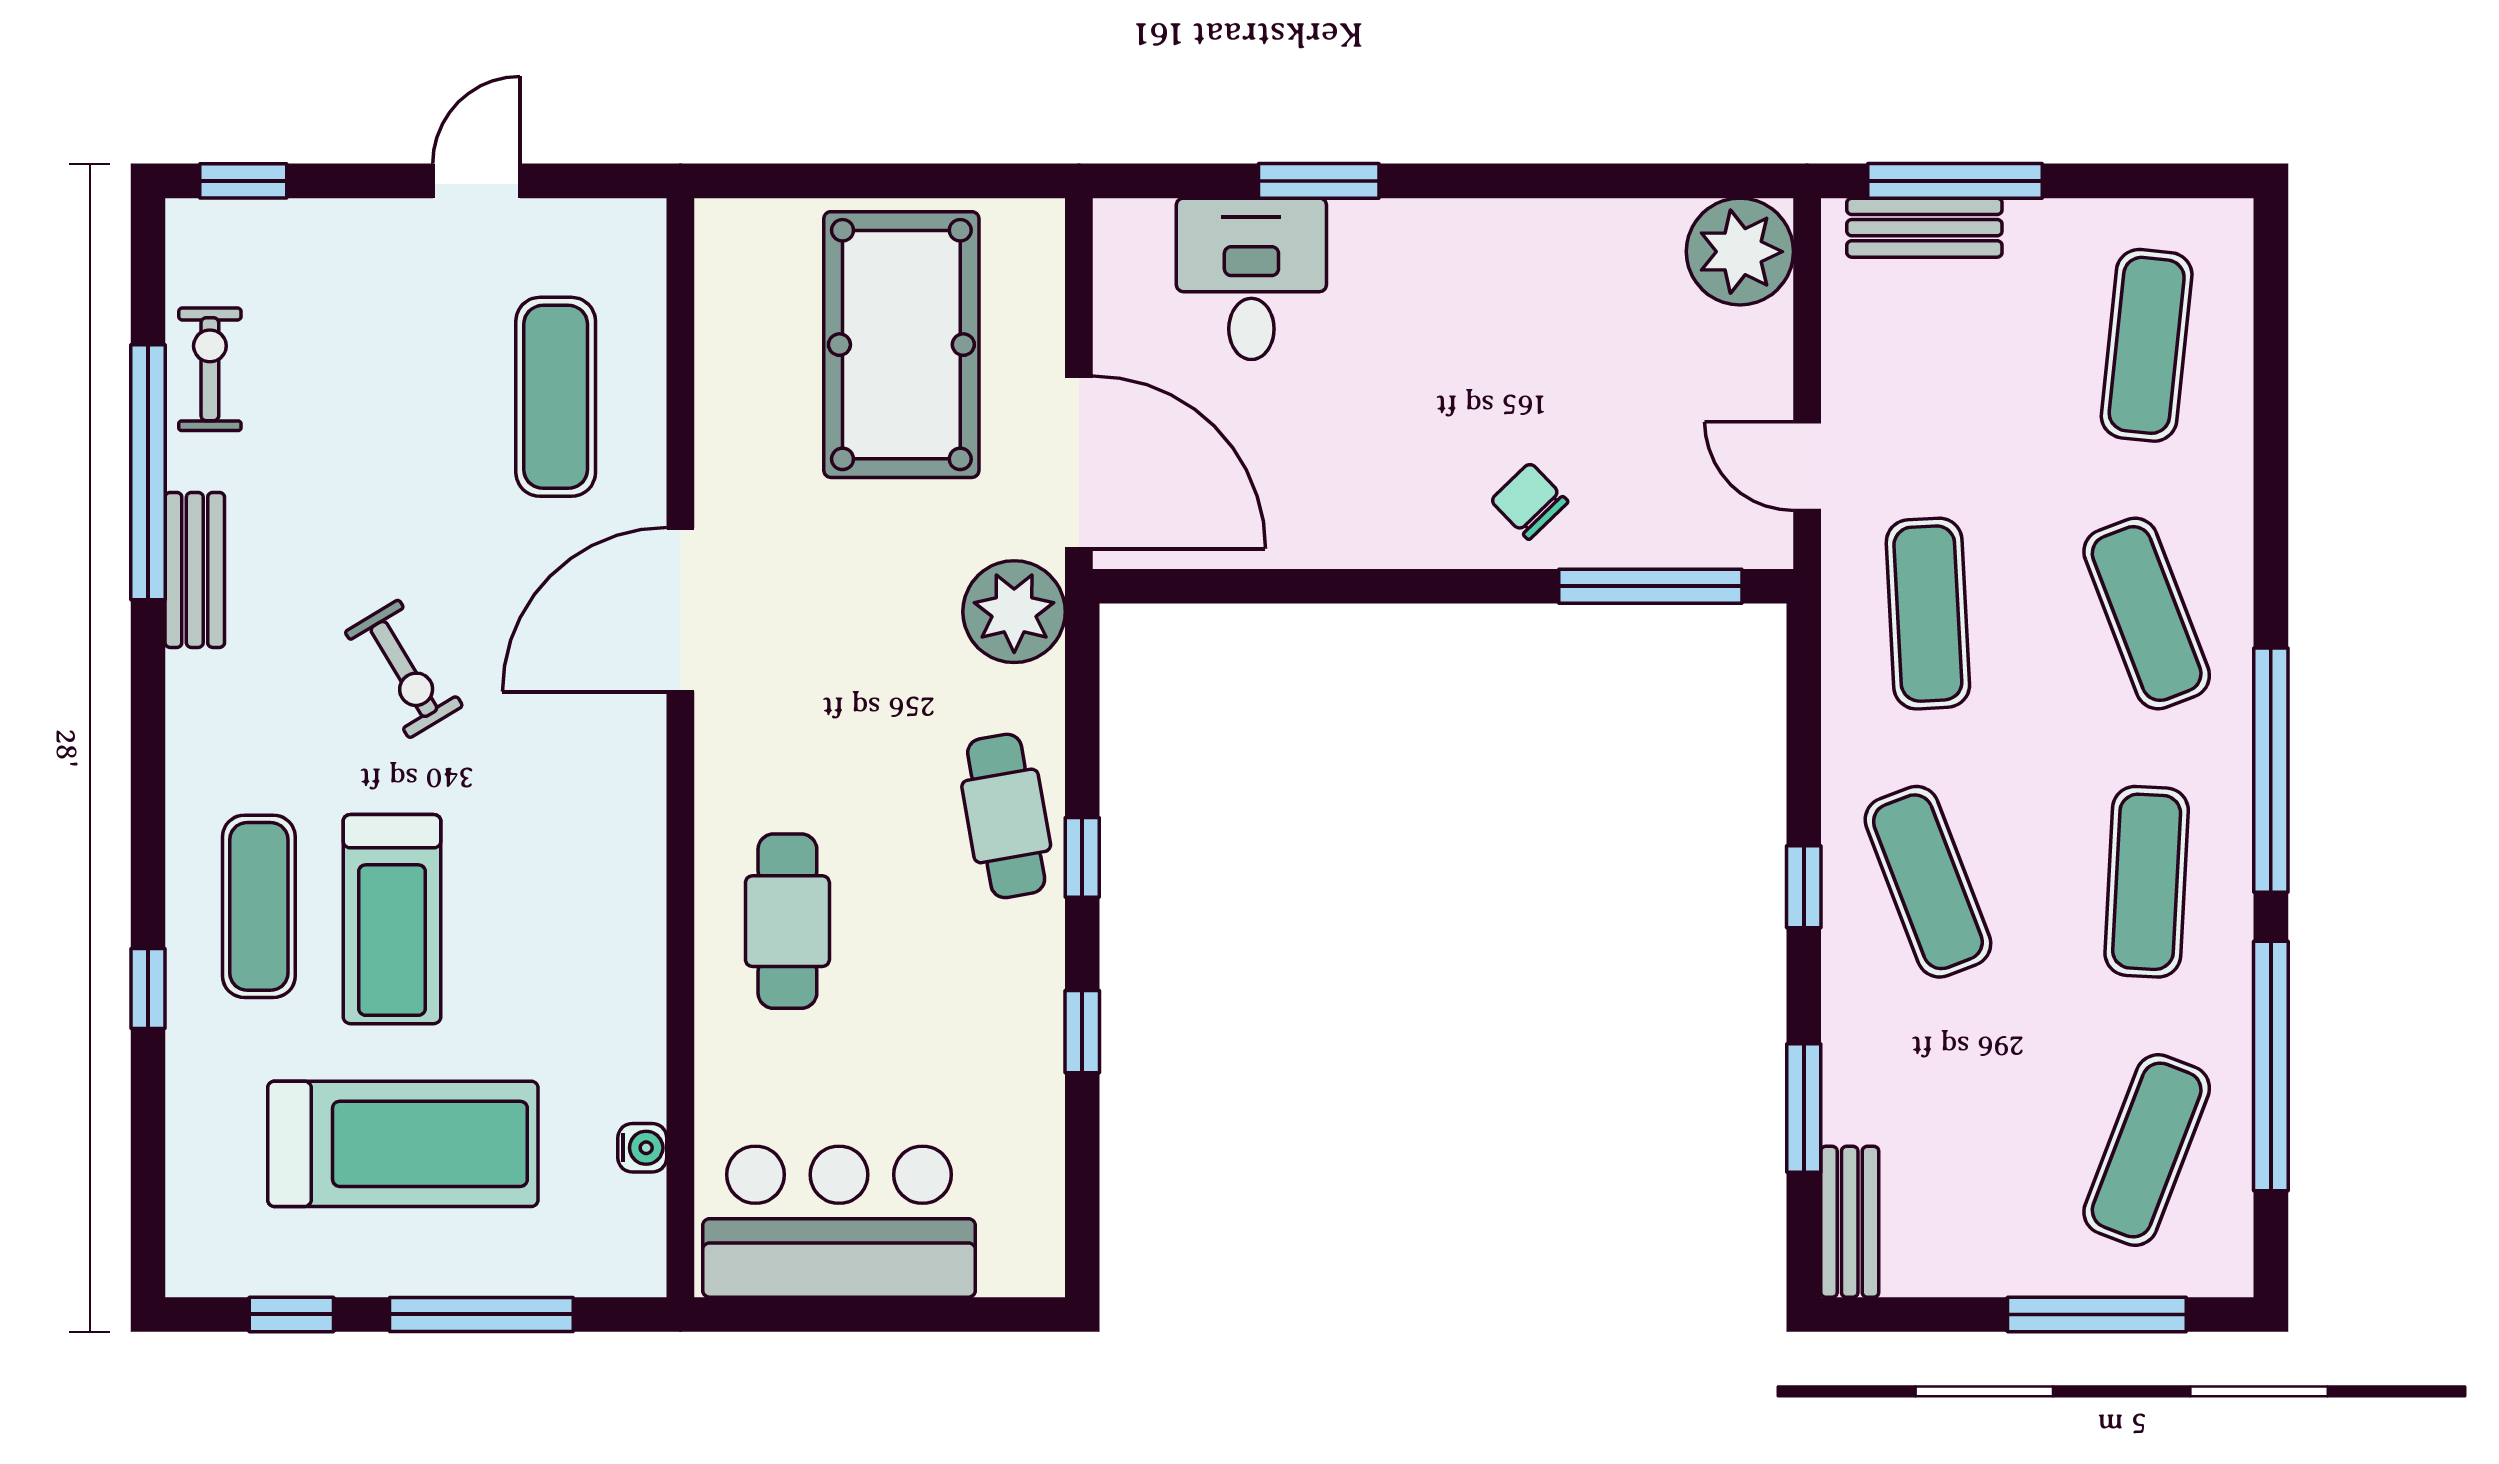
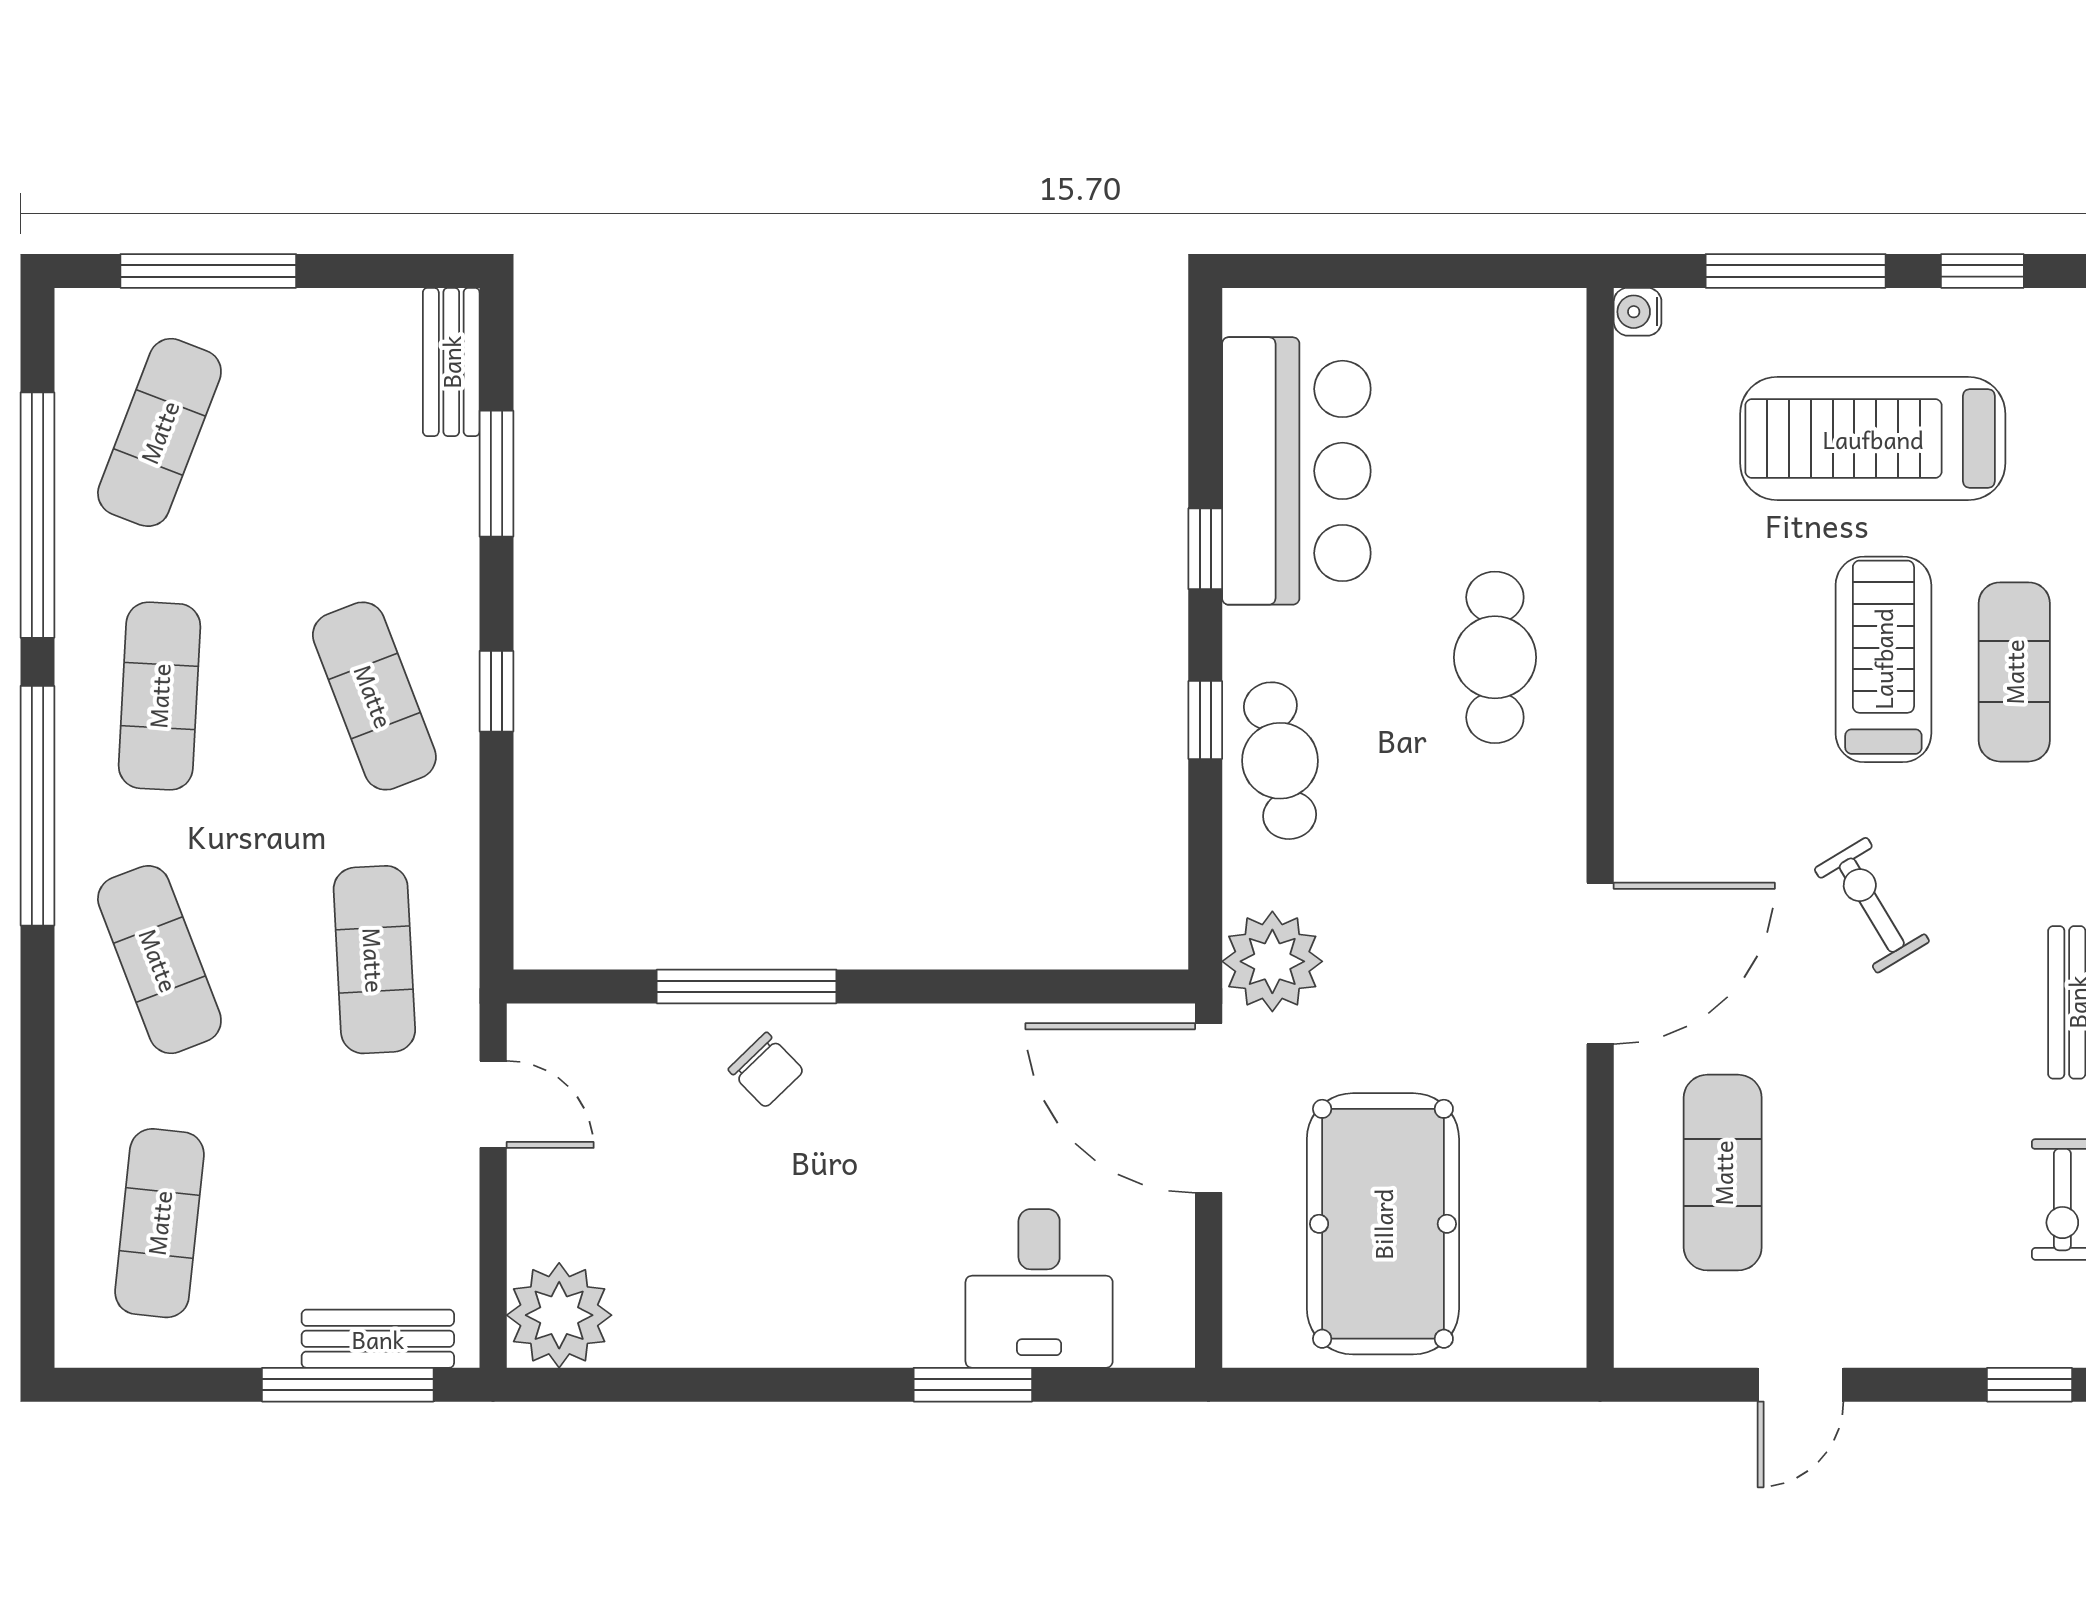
window: (1650, 586) -> (747, 986), moved
water cooler: (642, 1148) -> (1638, 312), moved
bar counter: (839, 1222) -> (1296, 471), moved, turned -90

